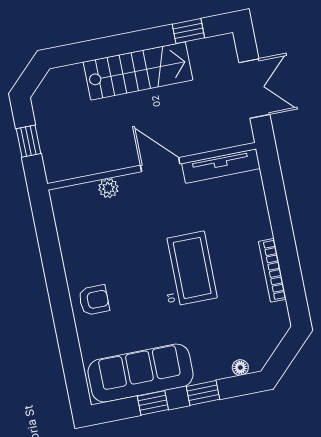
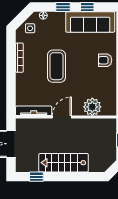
door: (160, 165) -> (62, 117), swing flipped
plant: (108, 188) -> (92, 107), width x1.88, depth x1.88
side table: (262, 336) -> (30, 28), added

